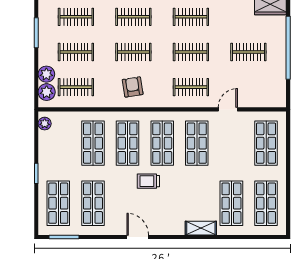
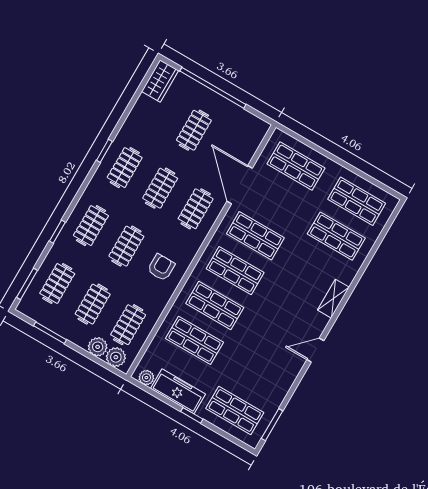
armchair: (133, 87) -> (161, 267), turned 99
door: (228, 109) -> (240, 185), width x1.87
freezer: (48, 153) -> (178, 391), added
trolley: (148, 181) -> (265, 307), removed
shop shelf: (93, 203) -> (255, 376), removed
shelving: (201, 228) -> (333, 299), moved

